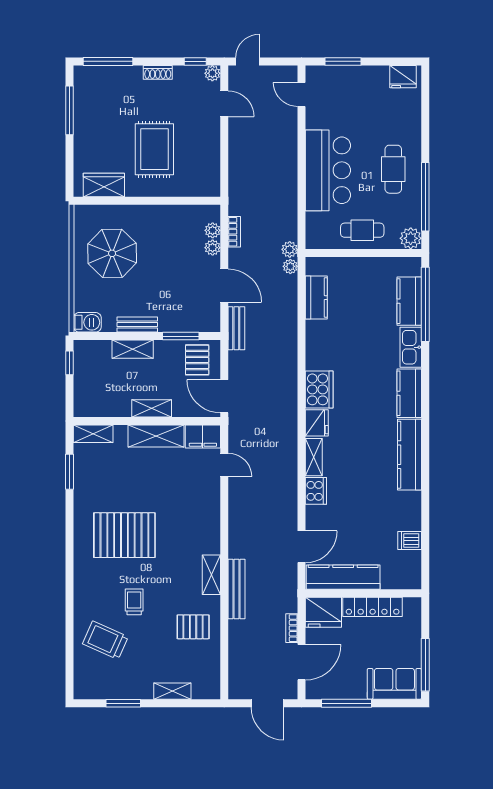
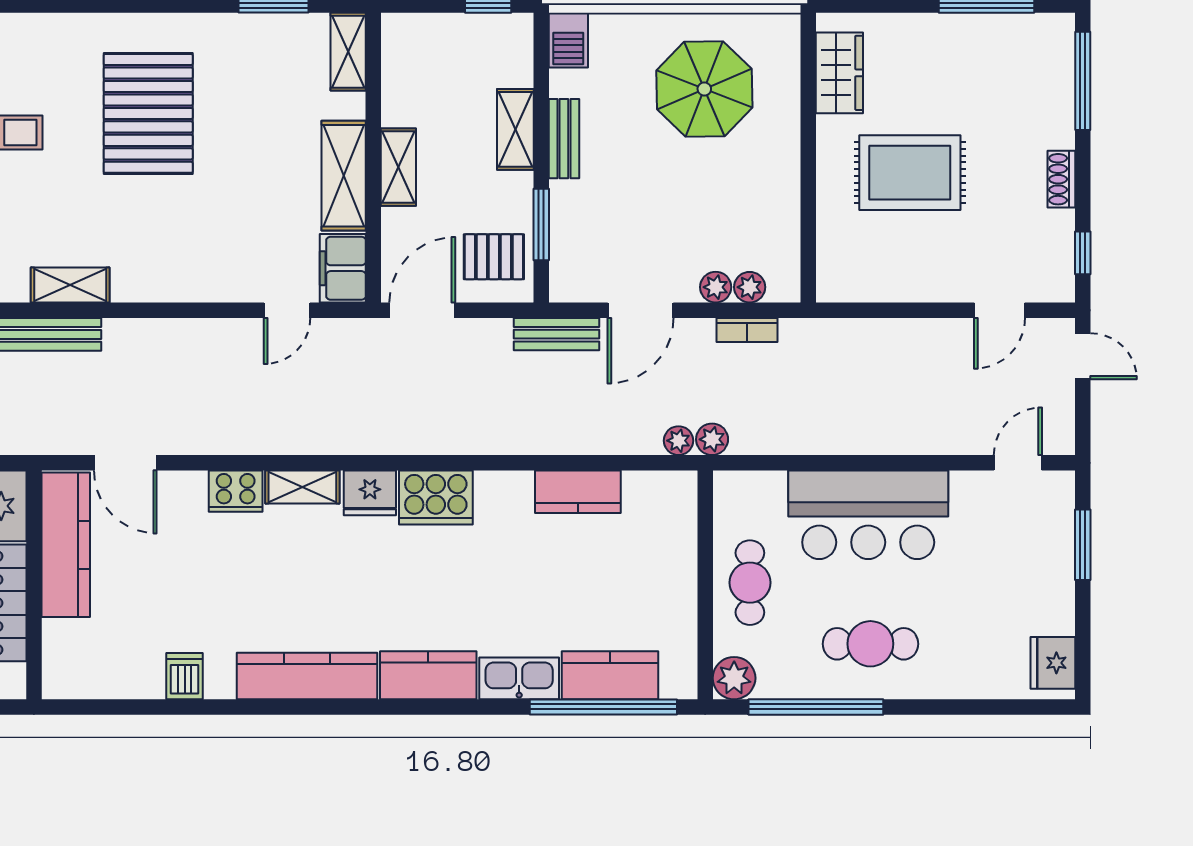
plant: (212, 73) -> (1060, 287), removed
kitchen counter: (316, 298) -> (578, 492), moved
dishwasher: (410, 541) -> (185, 676), moved

